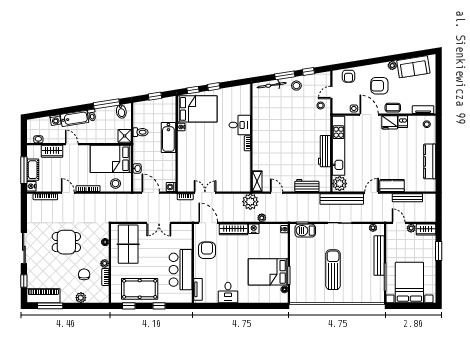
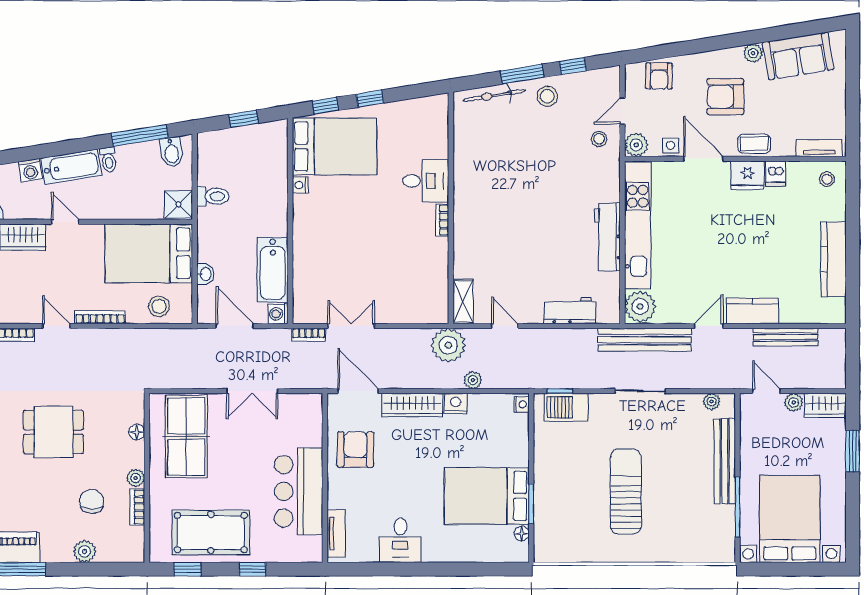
plant: (338, 108) -> (636, 145), added
bathtub: (168, 138) -> (273, 270), moved

